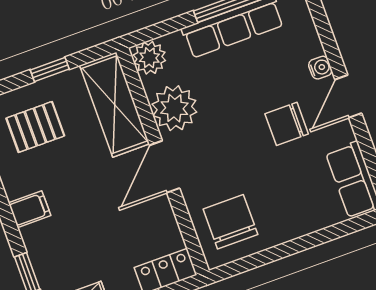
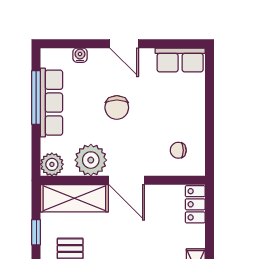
water cooler: (320, 68) -> (80, 55), moved
chair: (287, 124) -> (117, 108), moved
chair: (230, 222) -> (178, 150), width x0.54, depth x0.54

